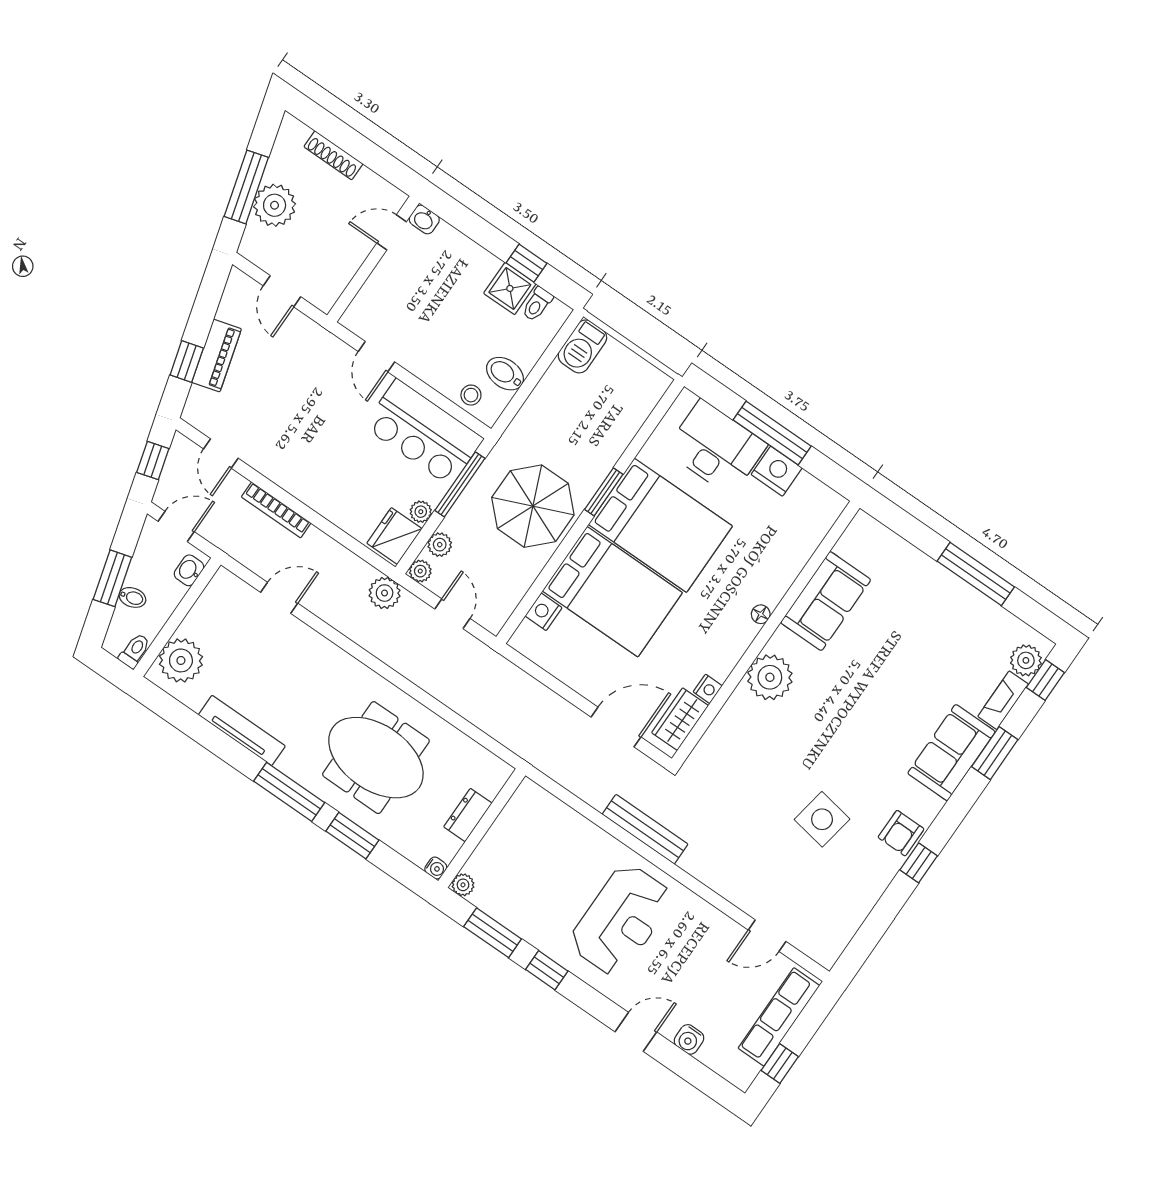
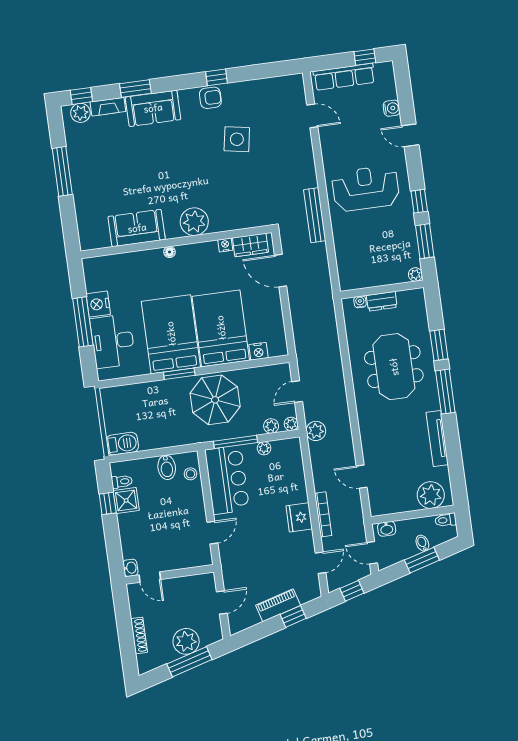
fridge: (394, 536) -> (299, 517), moved, turned 90
water cooler: (436, 868) -> (360, 302), moved

